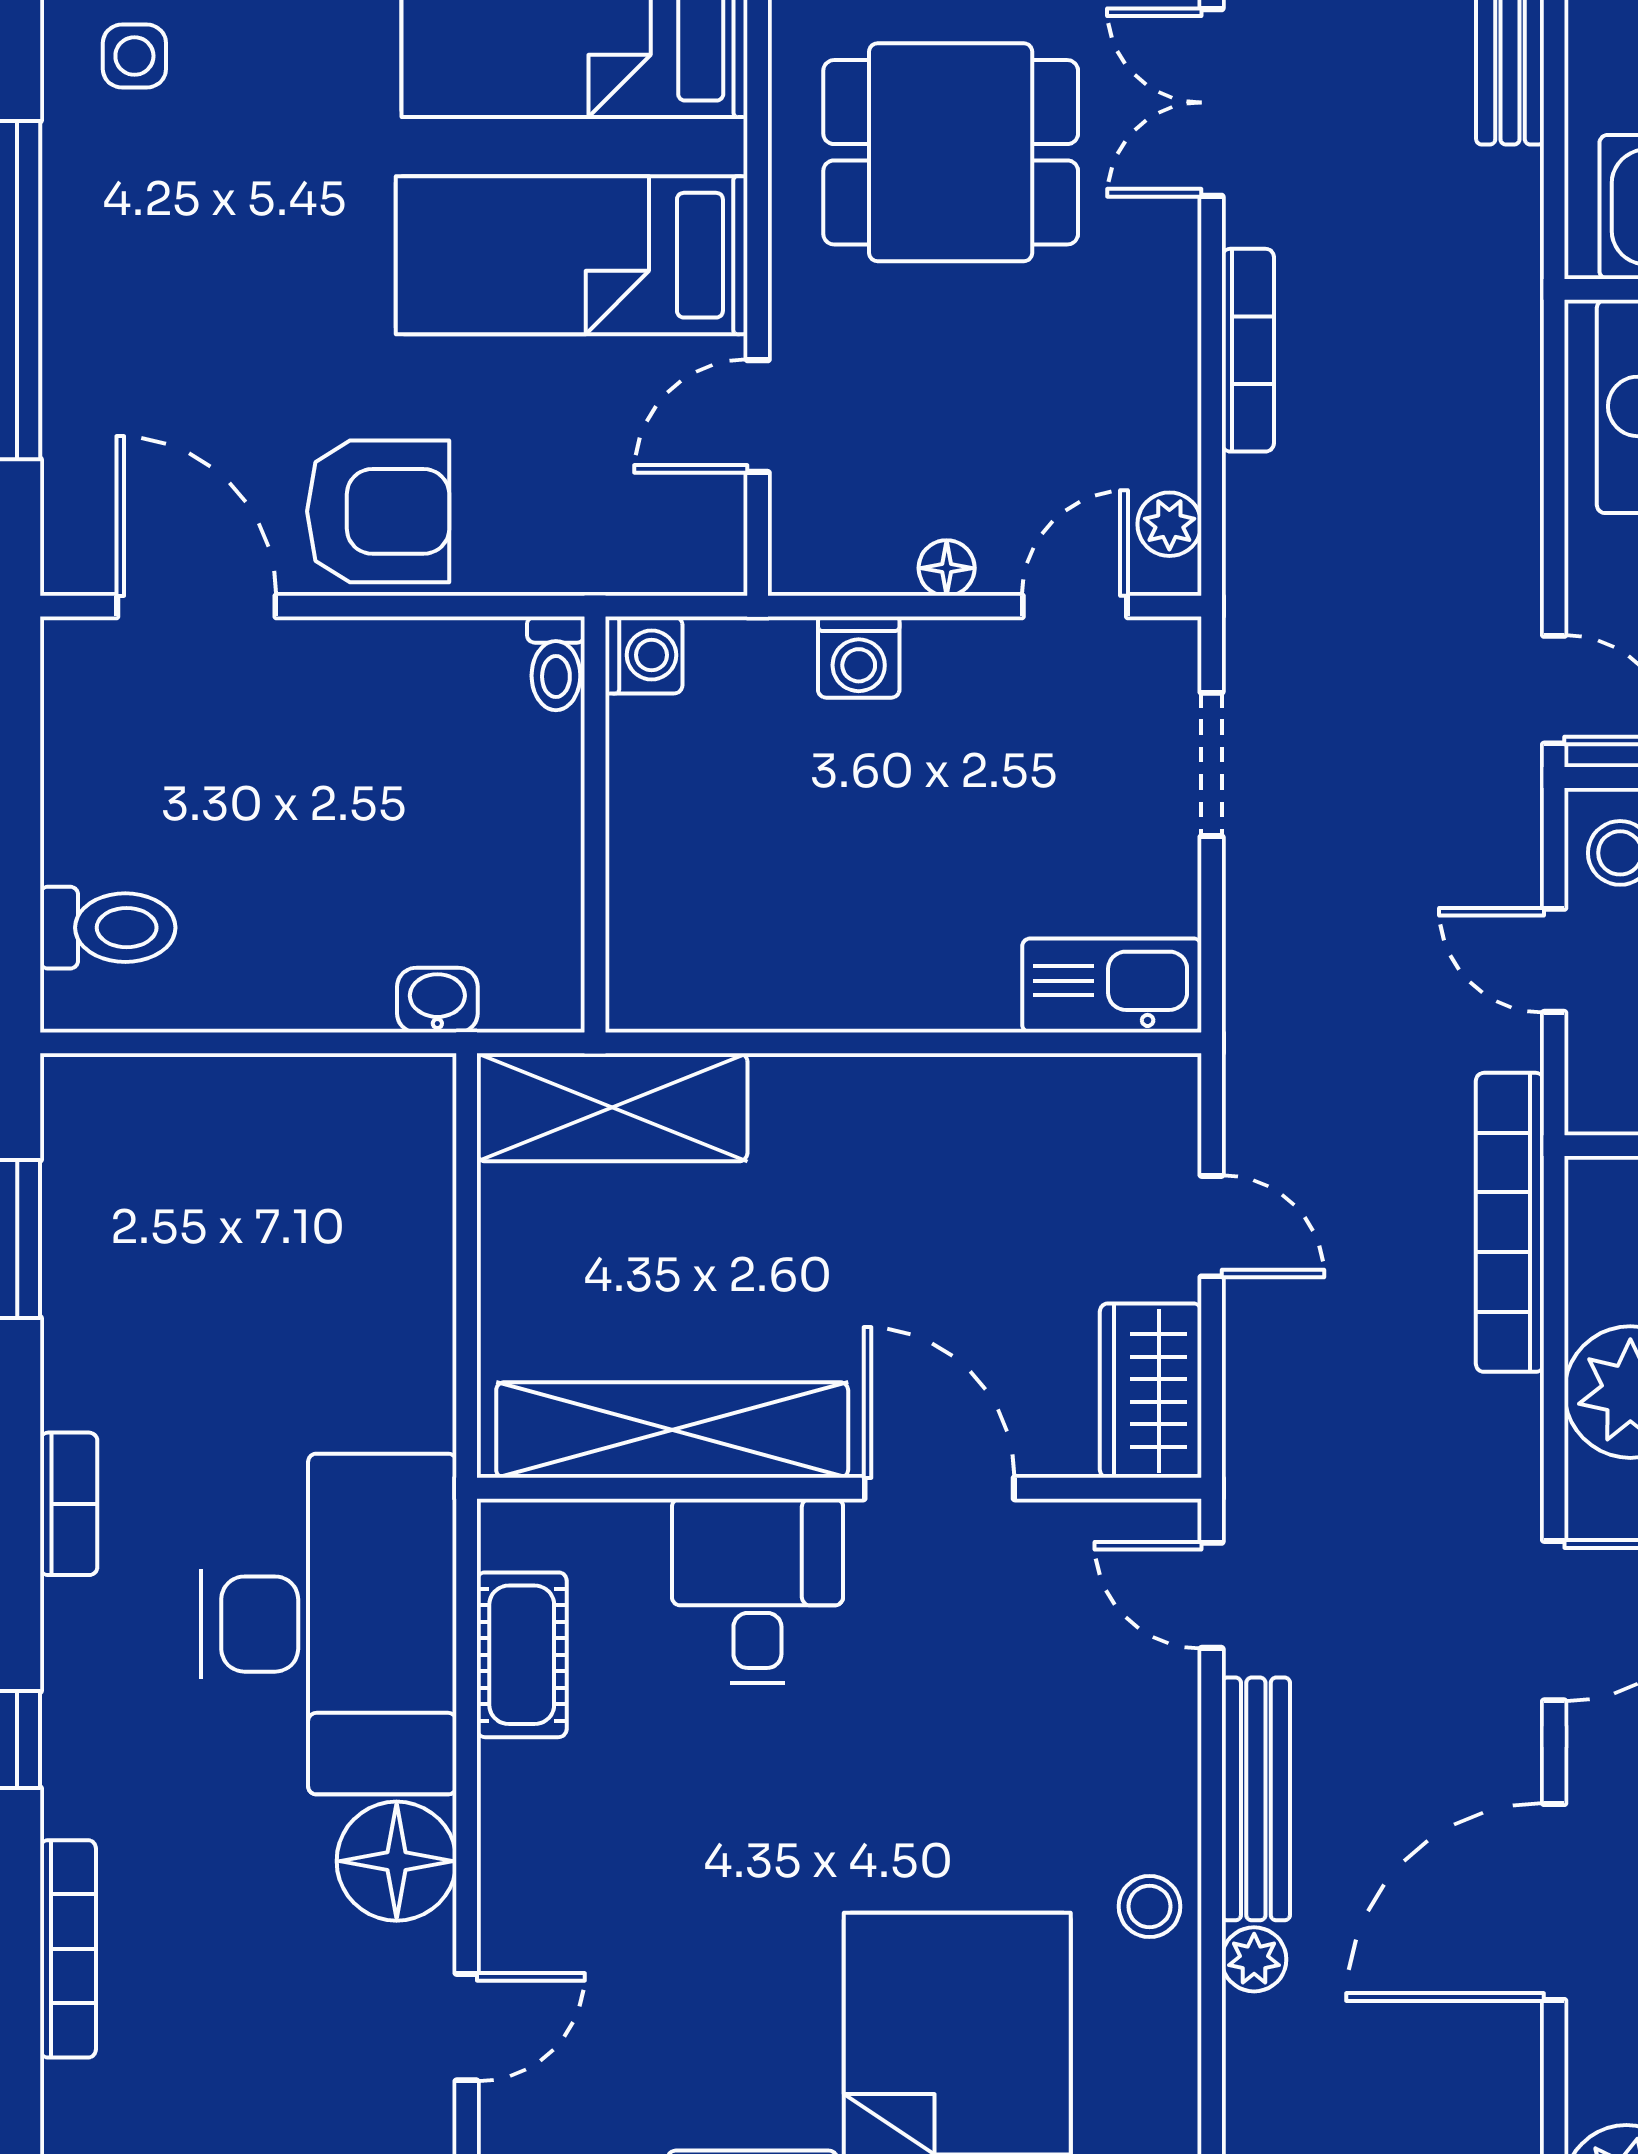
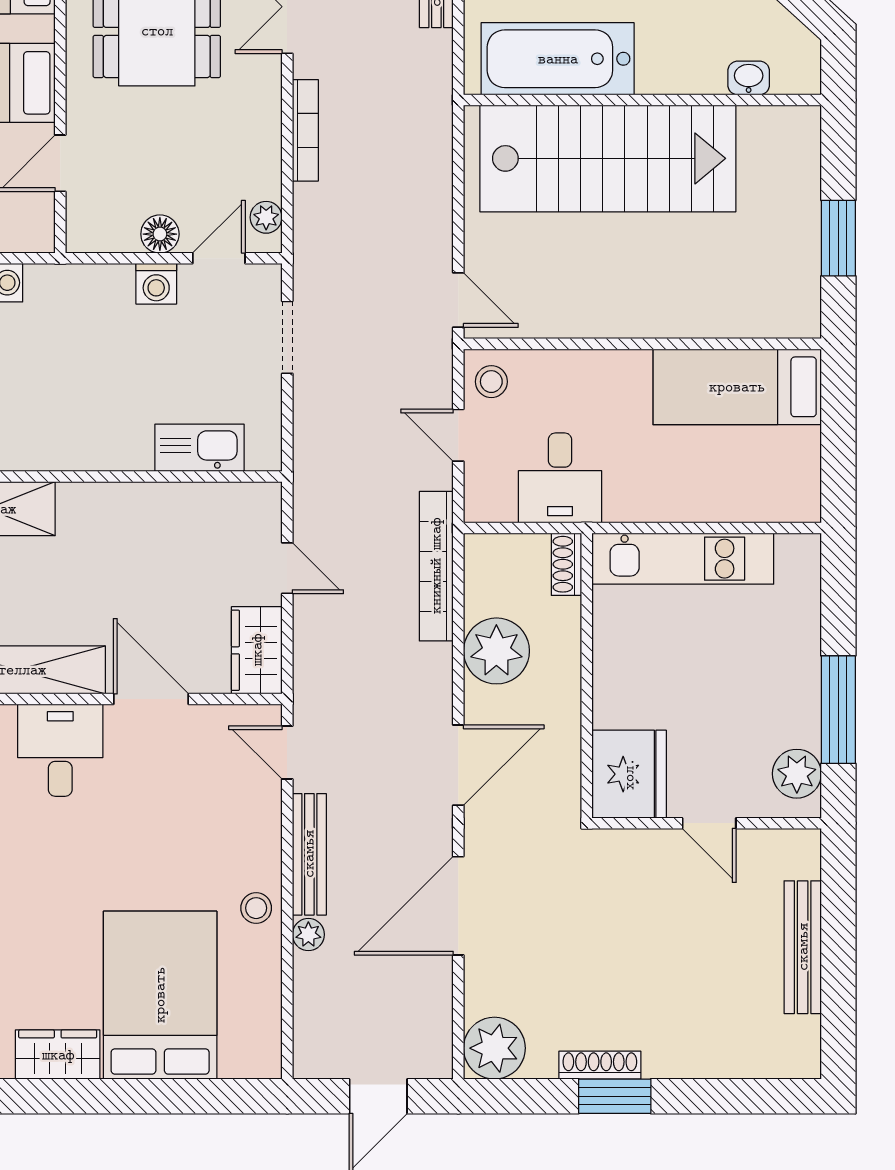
floor lamp: (947, 568) -> (160, 234), width x1.37, depth x1.37
washing machine: (859, 657) -> (156, 284), moved
kitchen sink: (1112, 985) -> (200, 448), moved

